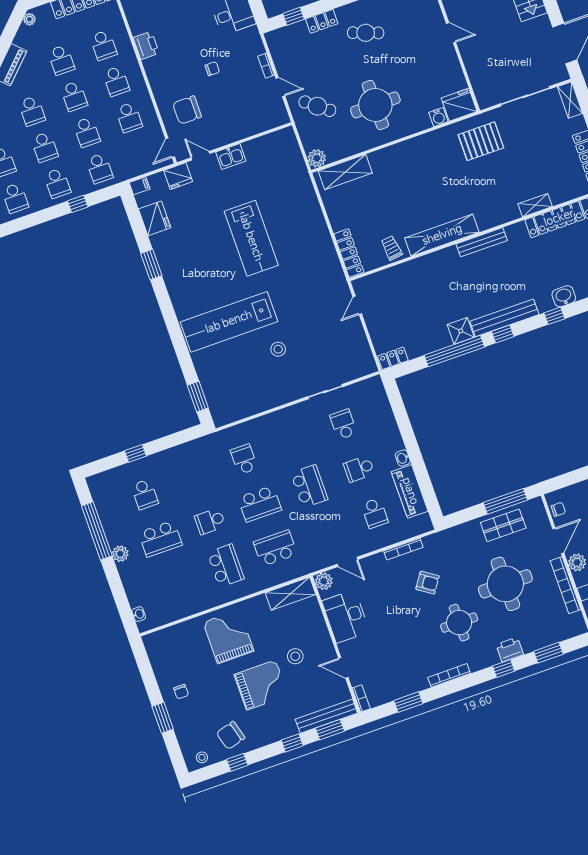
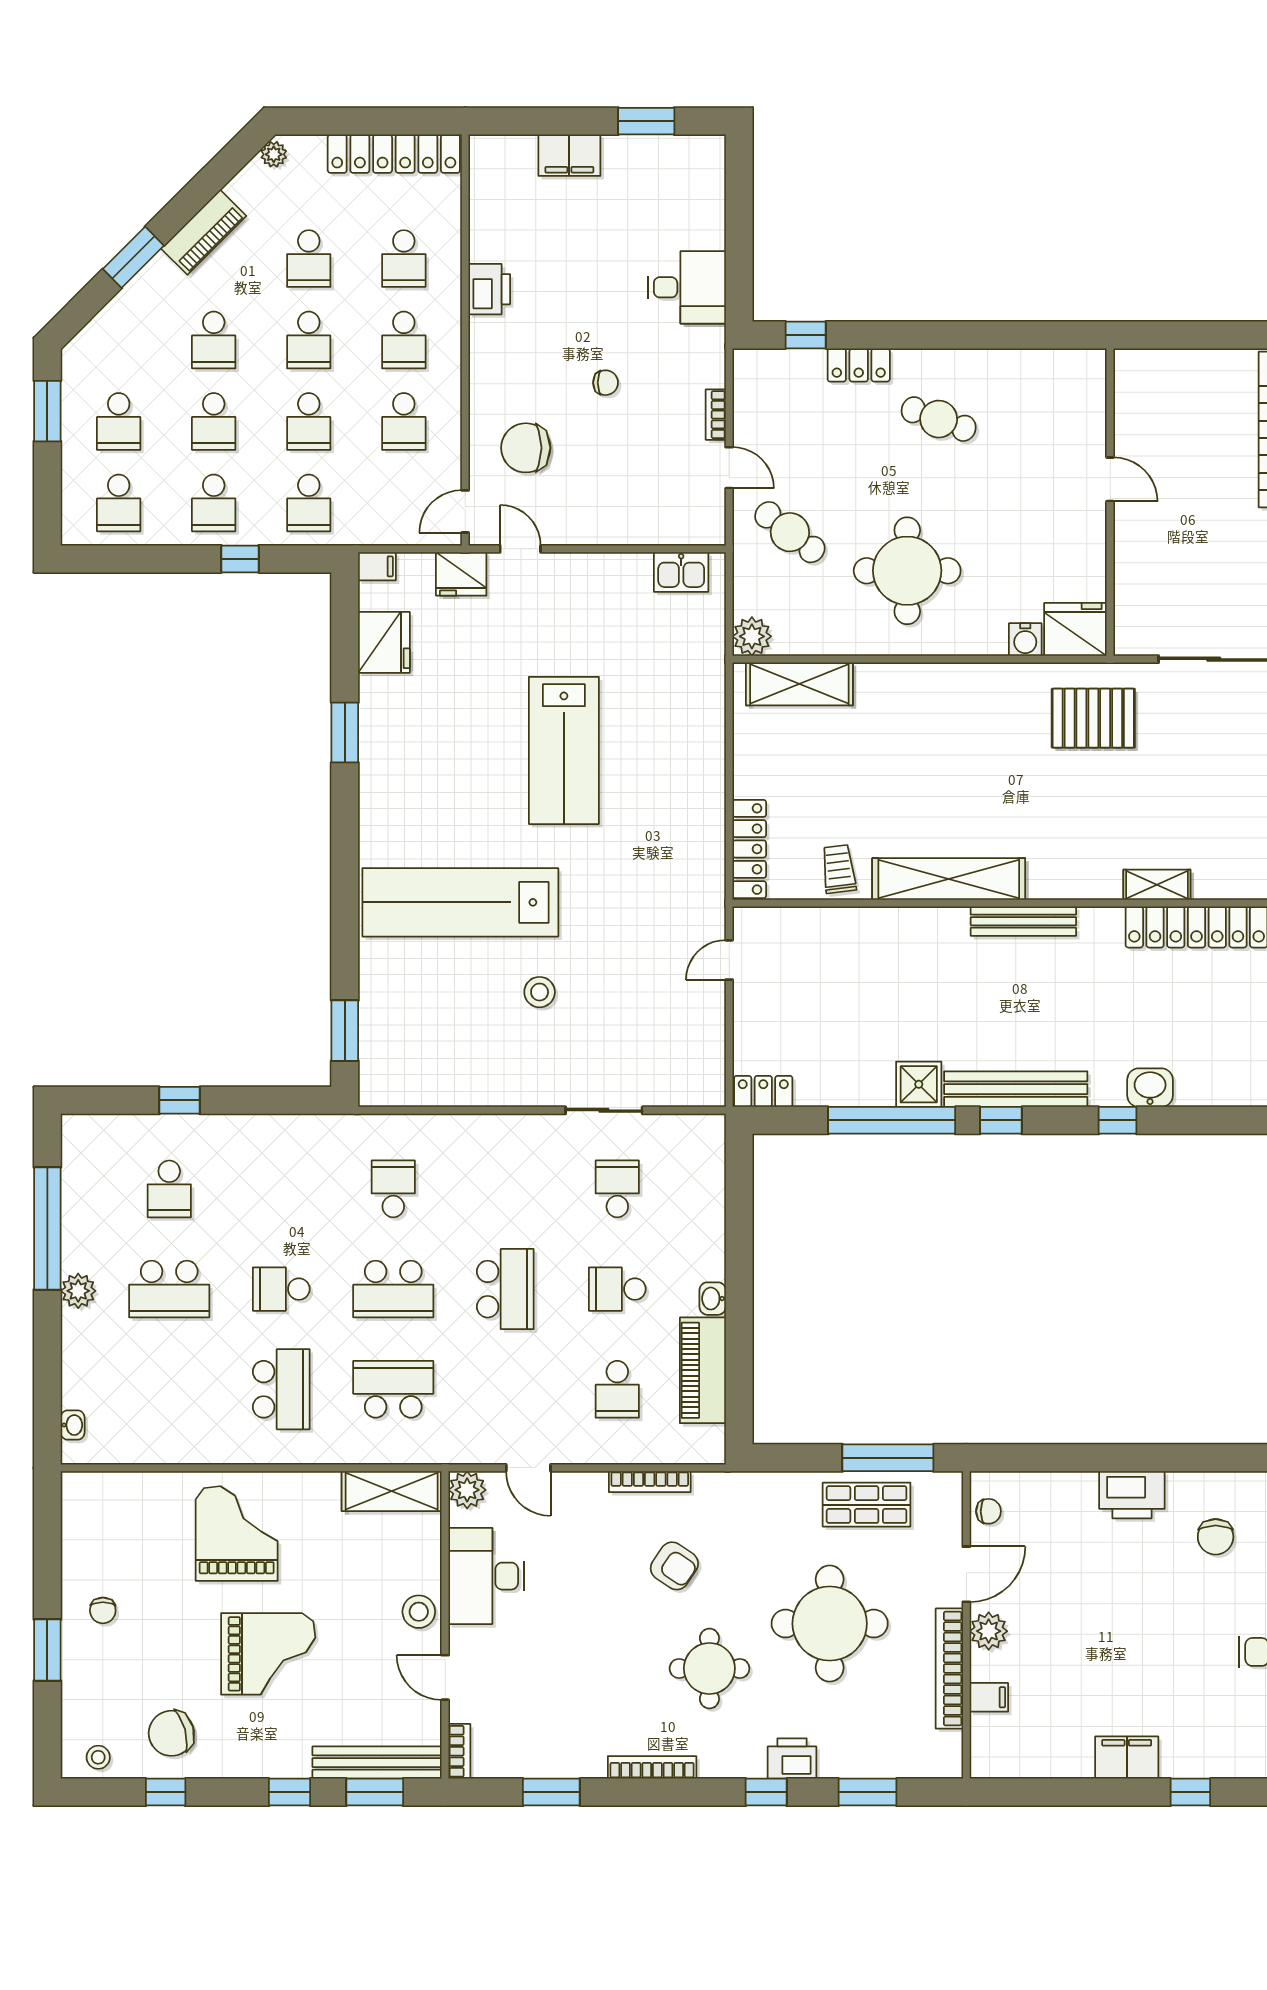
kitchen sink: (231, 156) -> (681, 572), moved
stool: (295, 656) -> (419, 1612), moved

